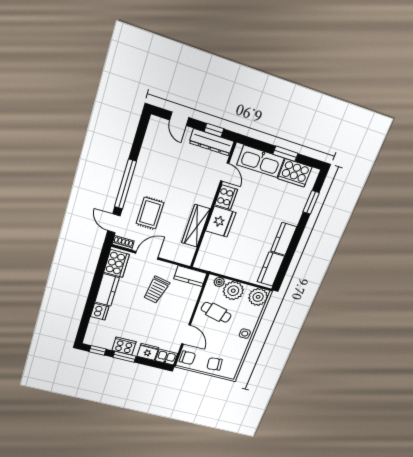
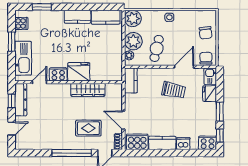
cooker: (295, 173) -> (21, 23), width x0.53, depth x0.76
trolley: (156, 290) -> (174, 90), moved
cooker: (124, 346) -> (208, 143), moved, turned 90

